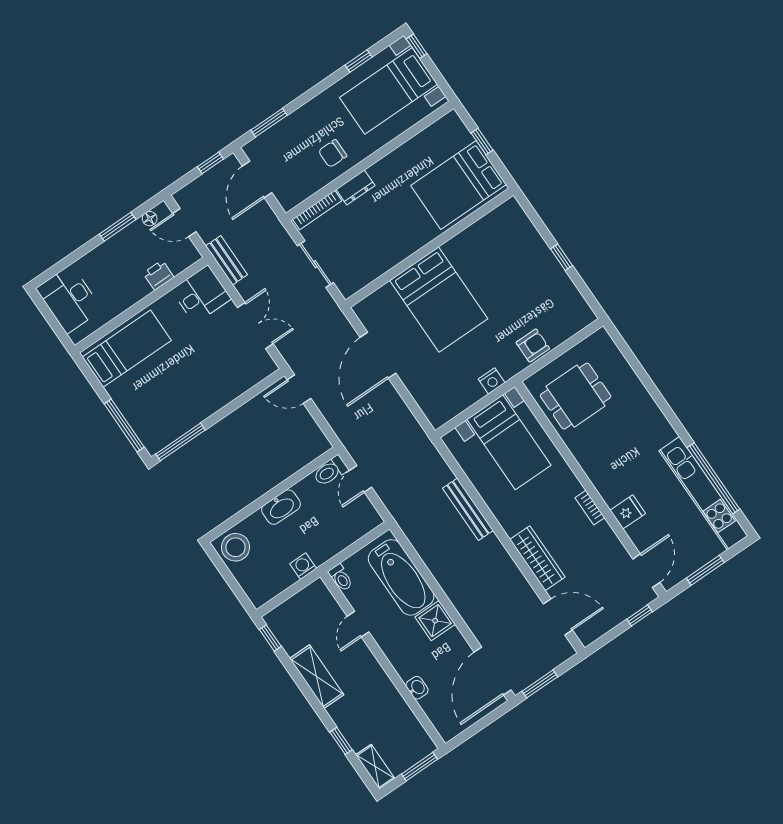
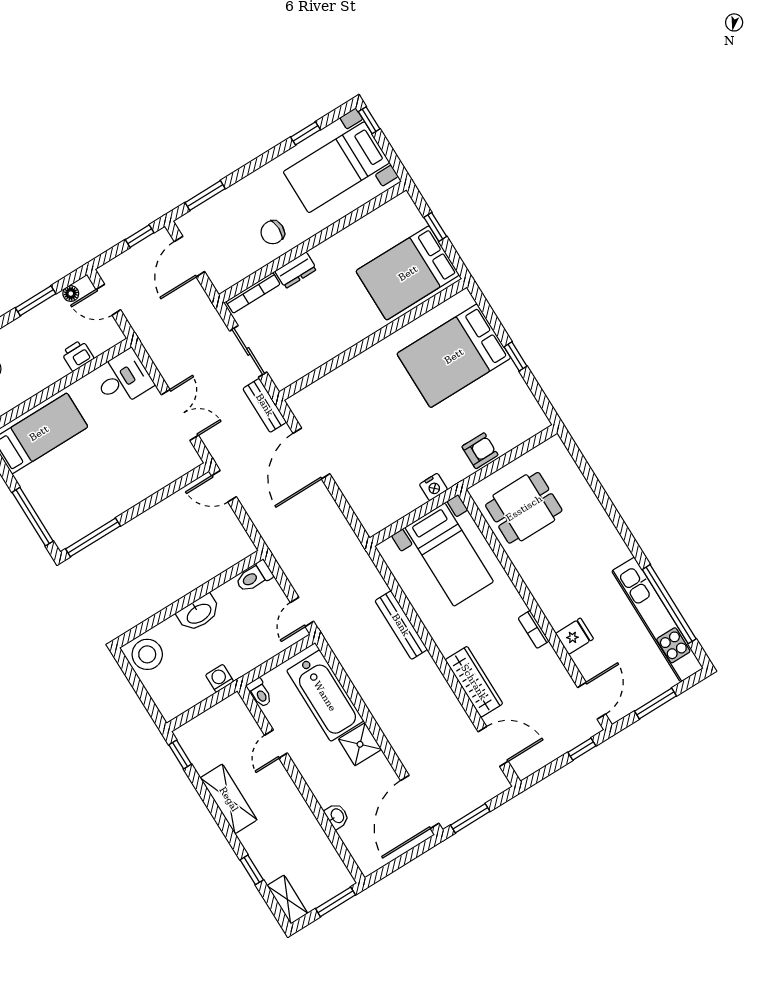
bench: (227, 260) -> (265, 405), moved
bed: (439, 300) -> (454, 356), moved, turned 90
door: (361, 479) -> (302, 612), moved

